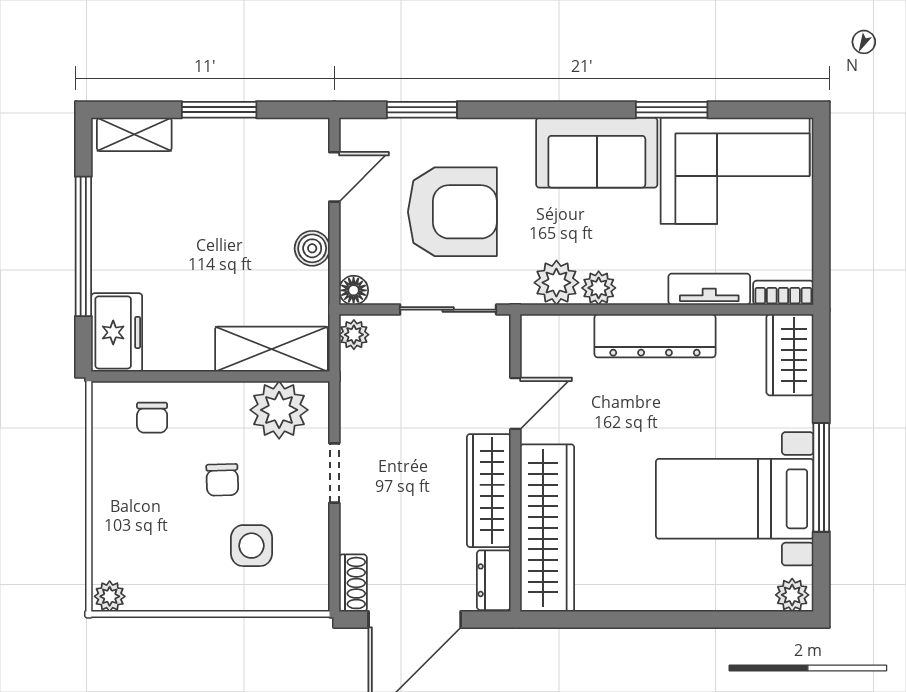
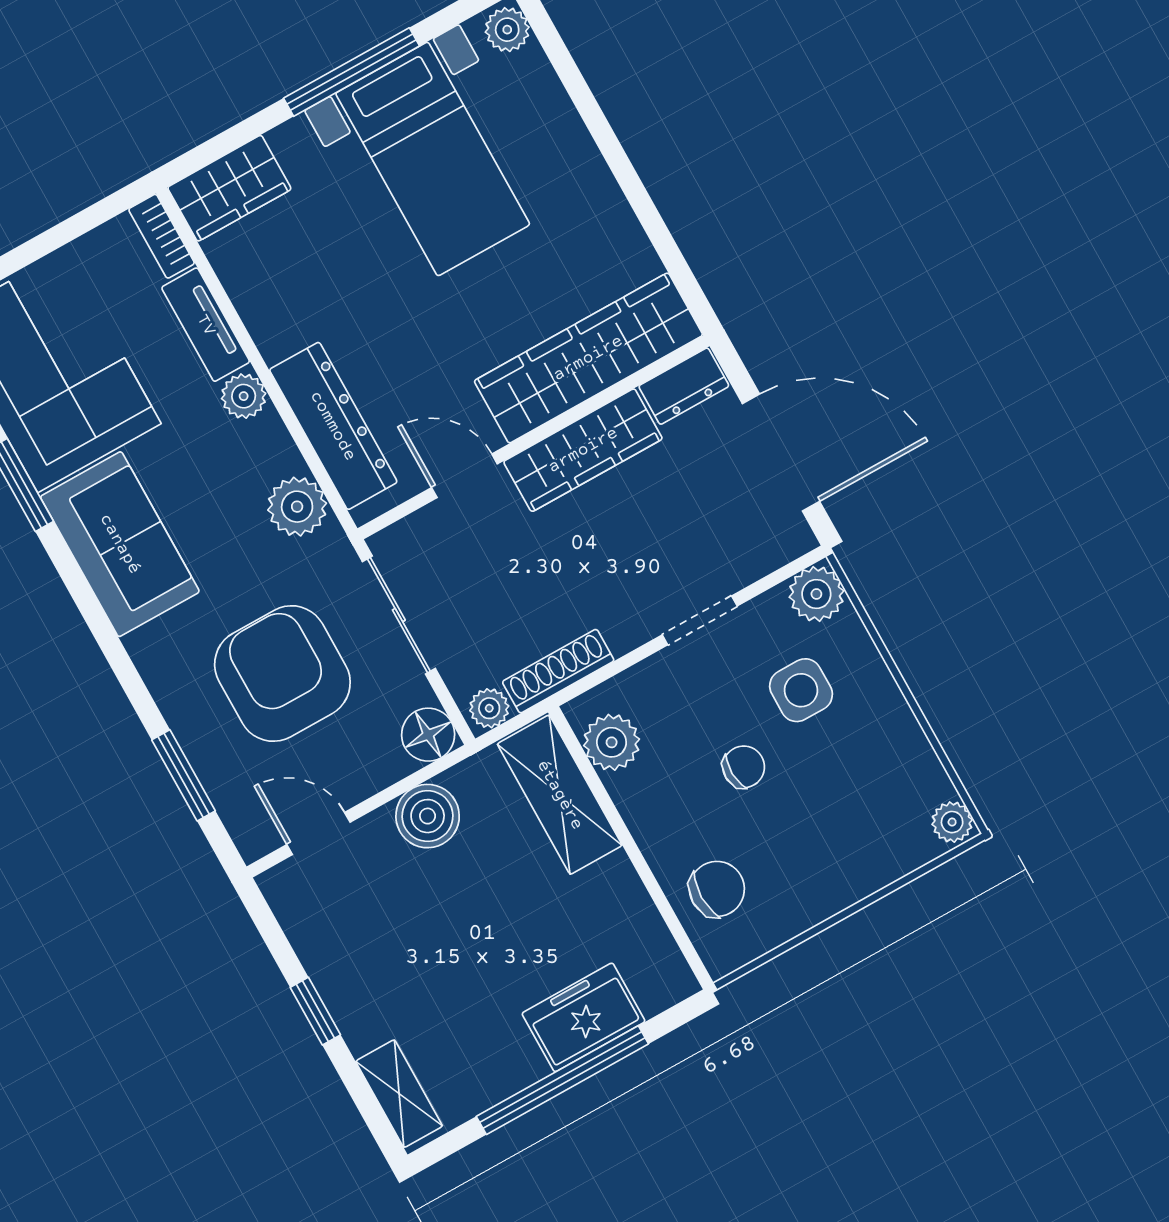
window: (219, 110) -> (315, 1011), width x0.67
boiler: (312, 248) -> (428, 816), width x1.36, depth x1.36
plant: (599, 288) -> (244, 396), moved
floor lamp: (354, 290) -> (428, 735), width x1.37, depth x1.37
freezer: (117, 332) -> (584, 1017), moved
dresser: (655, 336) -> (333, 426), moved
plant: (279, 410) -> (612, 742), width x0.73, depth x0.73
chair: (152, 418) -> (717, 889), width x1.37, depth x1.37
doorway: (334, 473) -> (700, 620), moved
shoe rack: (353, 583) -> (558, 671), moved, width x1.43
plant: (309, 591) -> (816, 594), added

